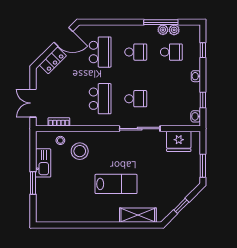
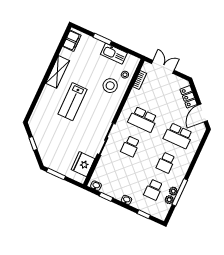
filing cabinet: (50, 215) -> (72, 41), added
shelving: (138, 215) -> (58, 72), moved

